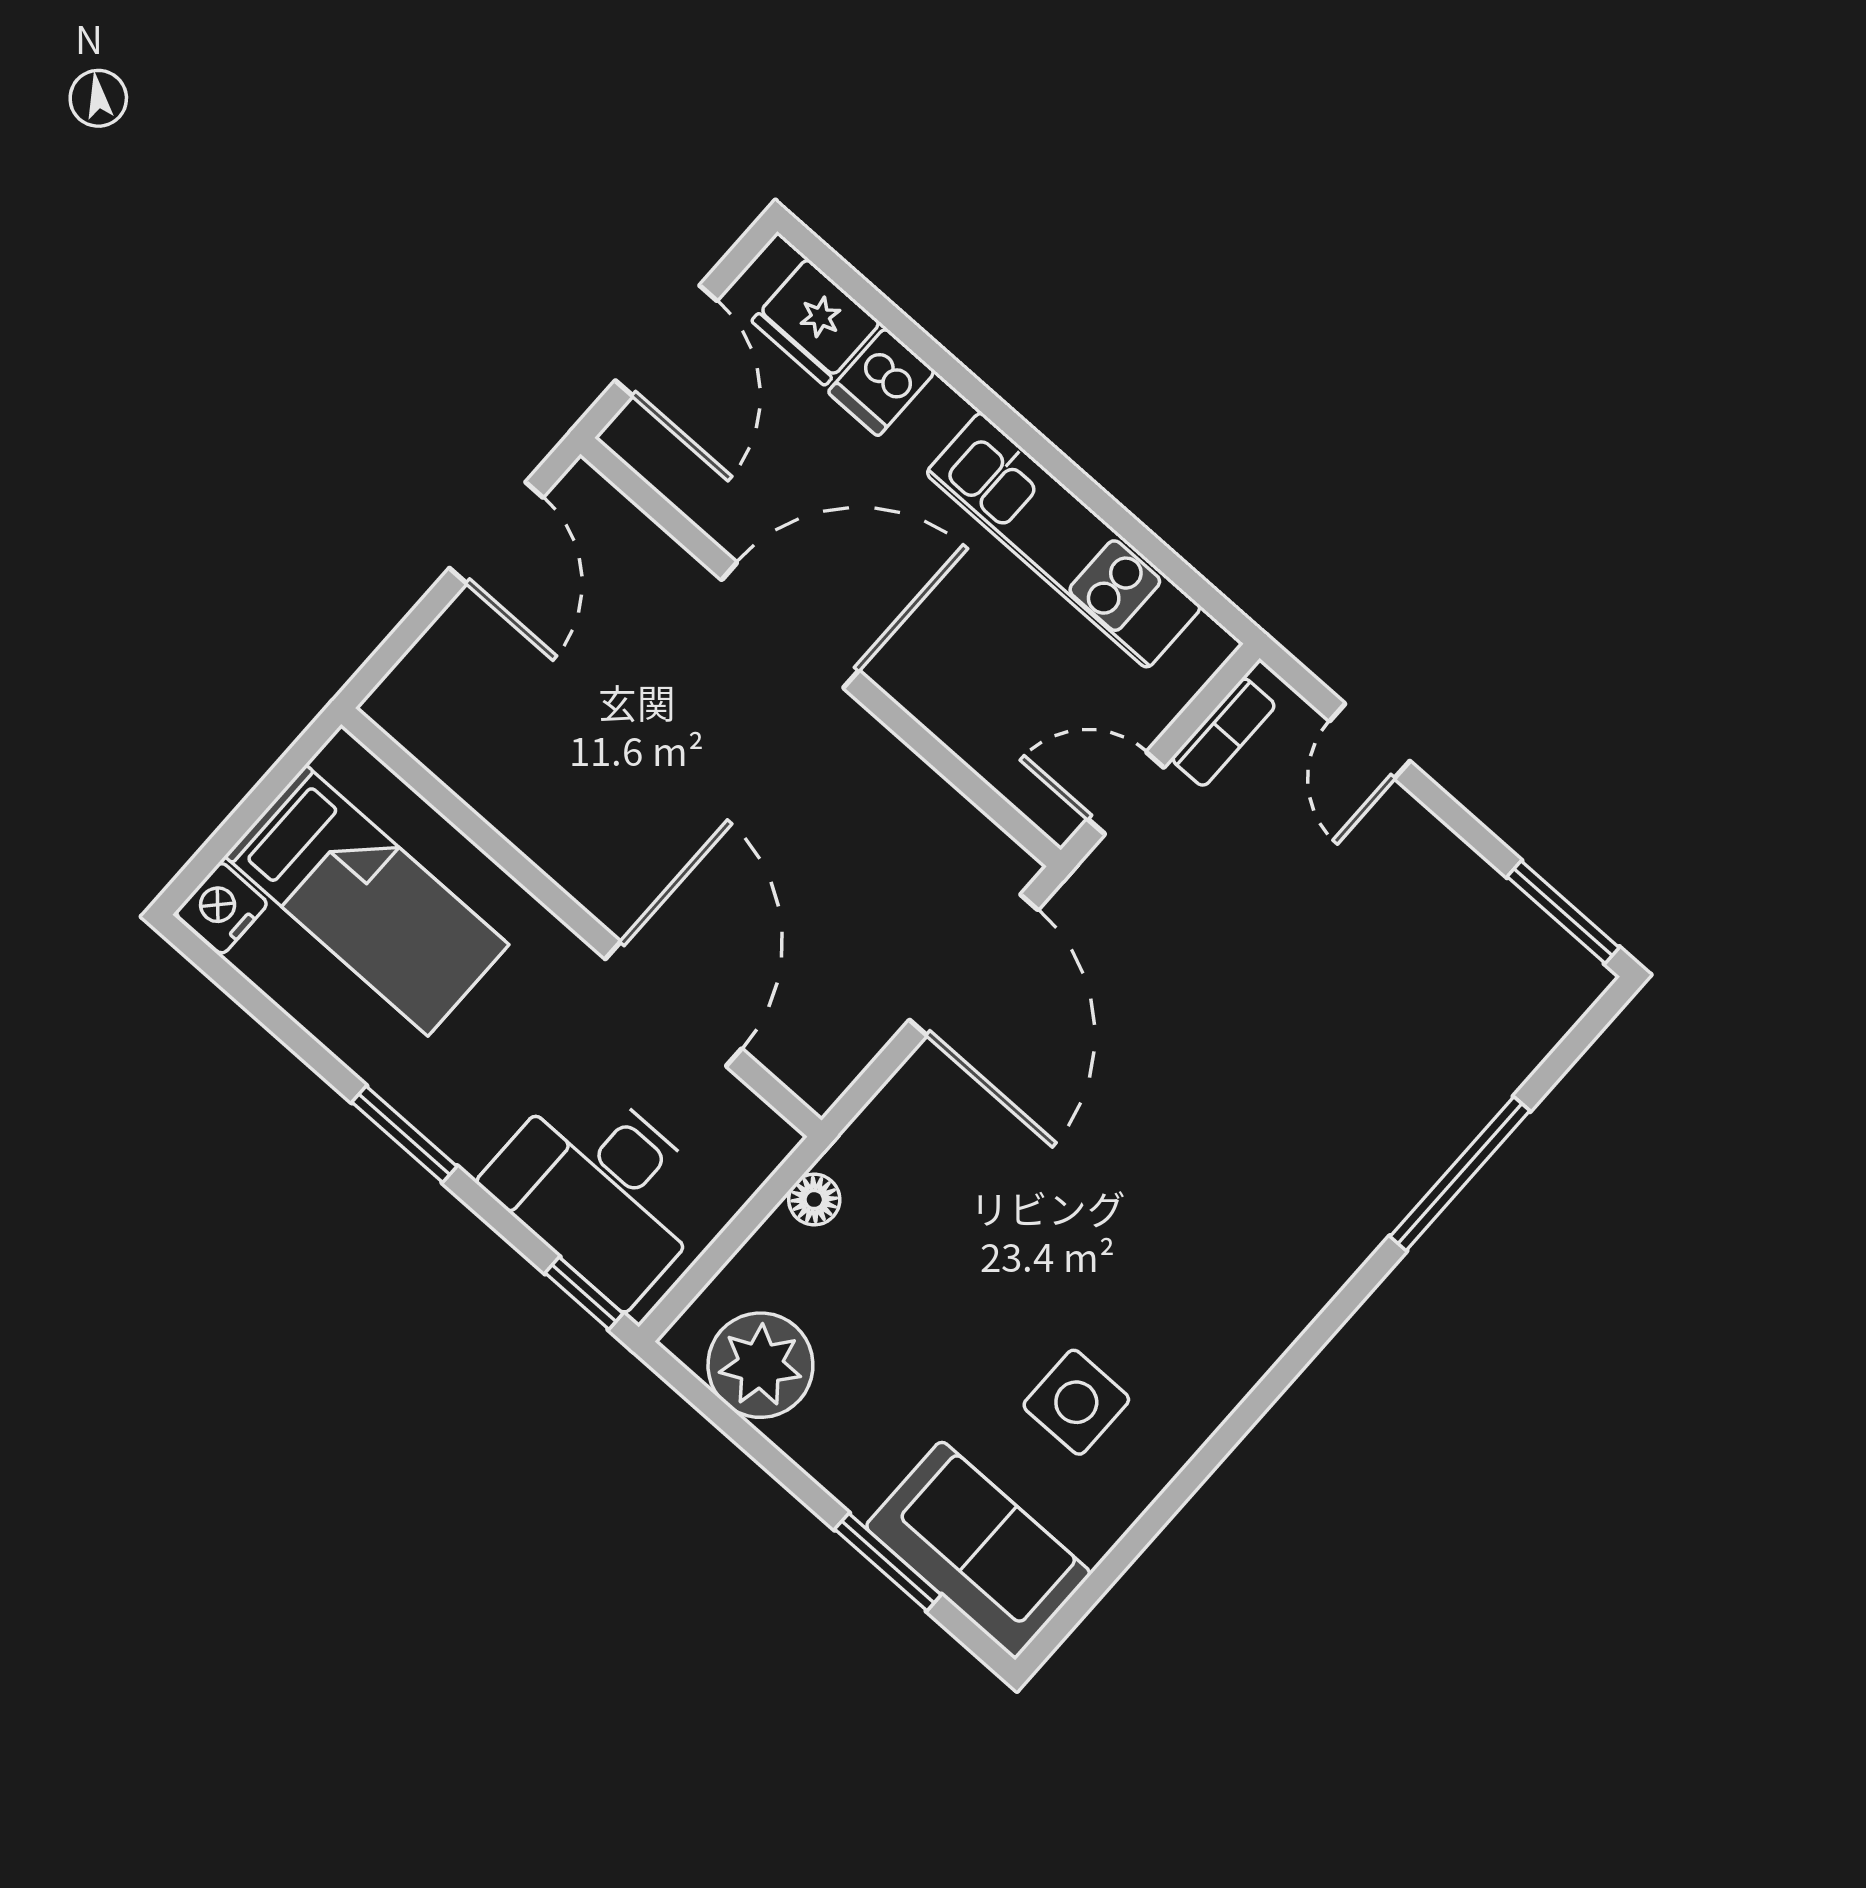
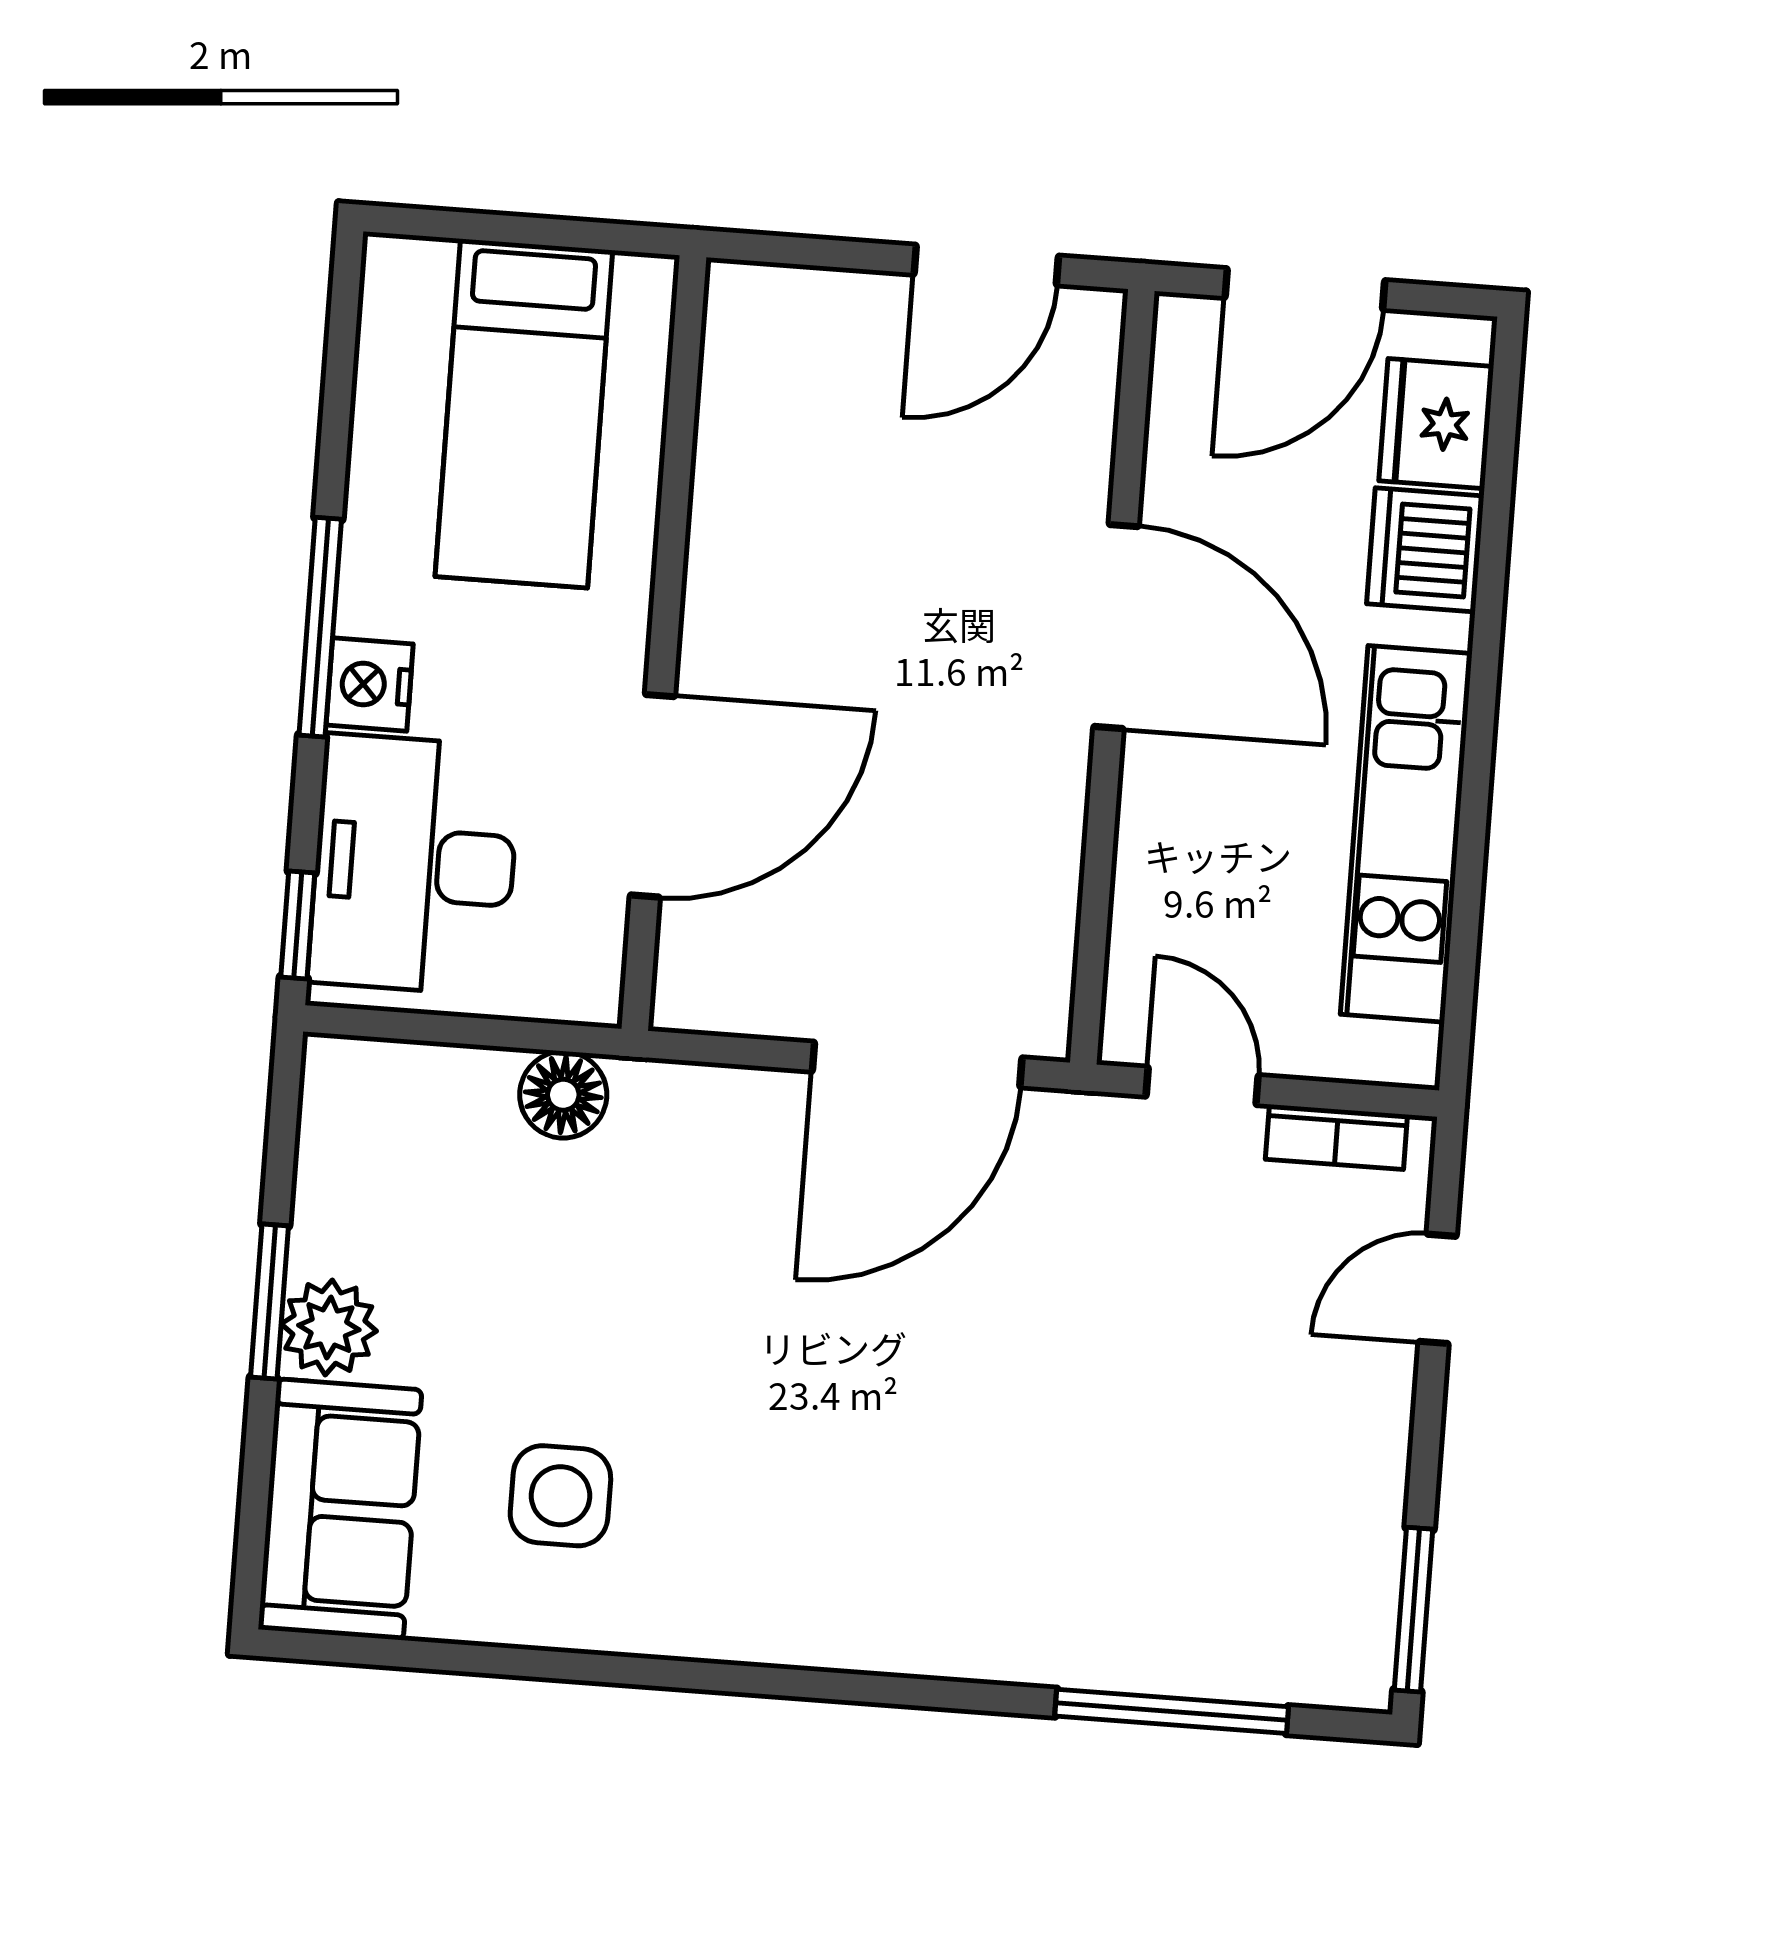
dishwasher: (882, 382) -> (1425, 550), width x1.38
nightstand: (221, 908) -> (370, 685), moved, turned -90
window: (404, 1134) -> (320, 627), width x1.44
window: (1460, 1174) -> (1172, 1711), moved
floor lamp: (814, 1200) -> (563, 1095), width x1.37, depth x1.37
plant: (760, 1365) -> (329, 1328), moved, width x0.73, depth x0.73
window: (888, 1562) -> (270, 1301), moved

